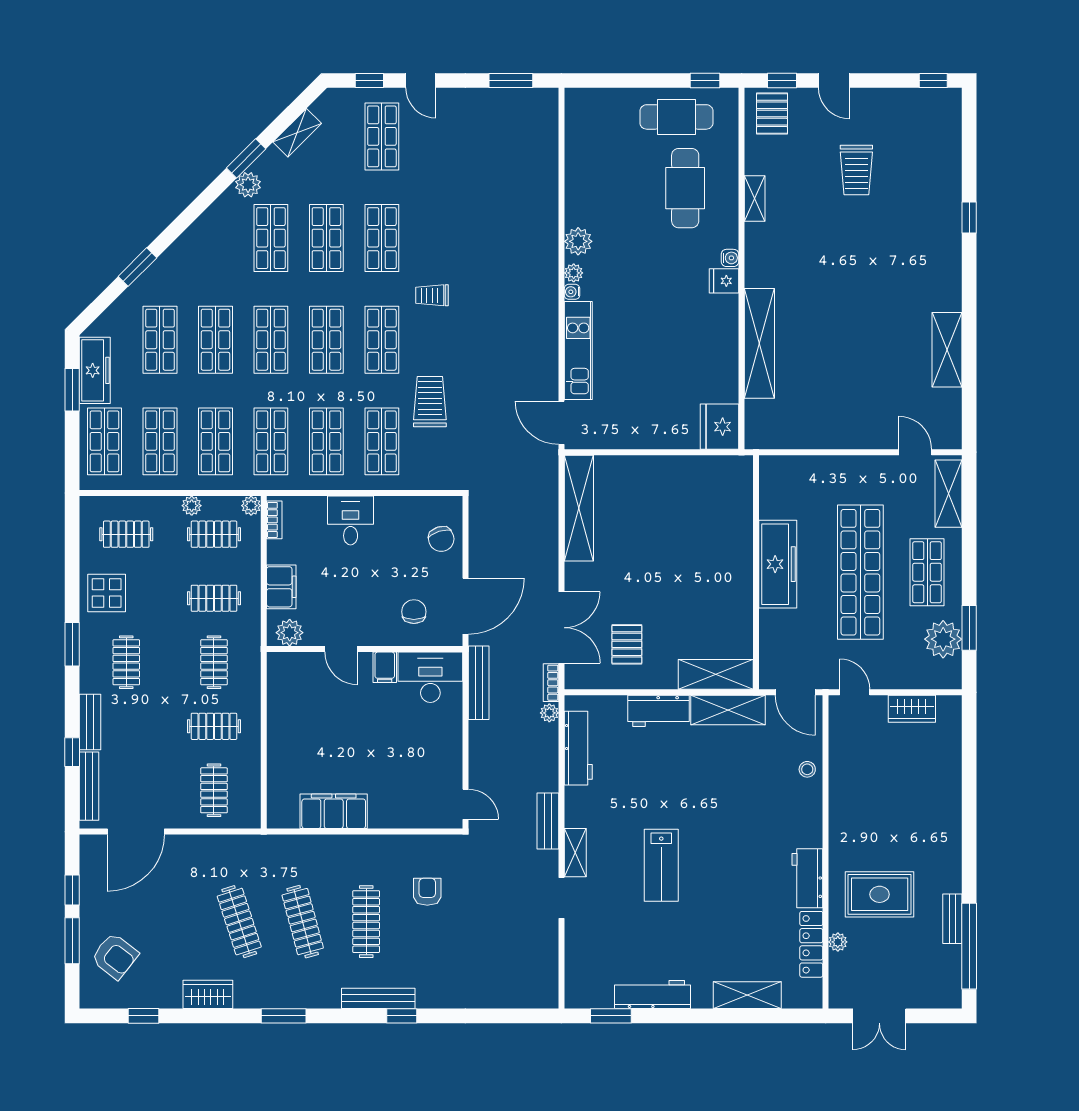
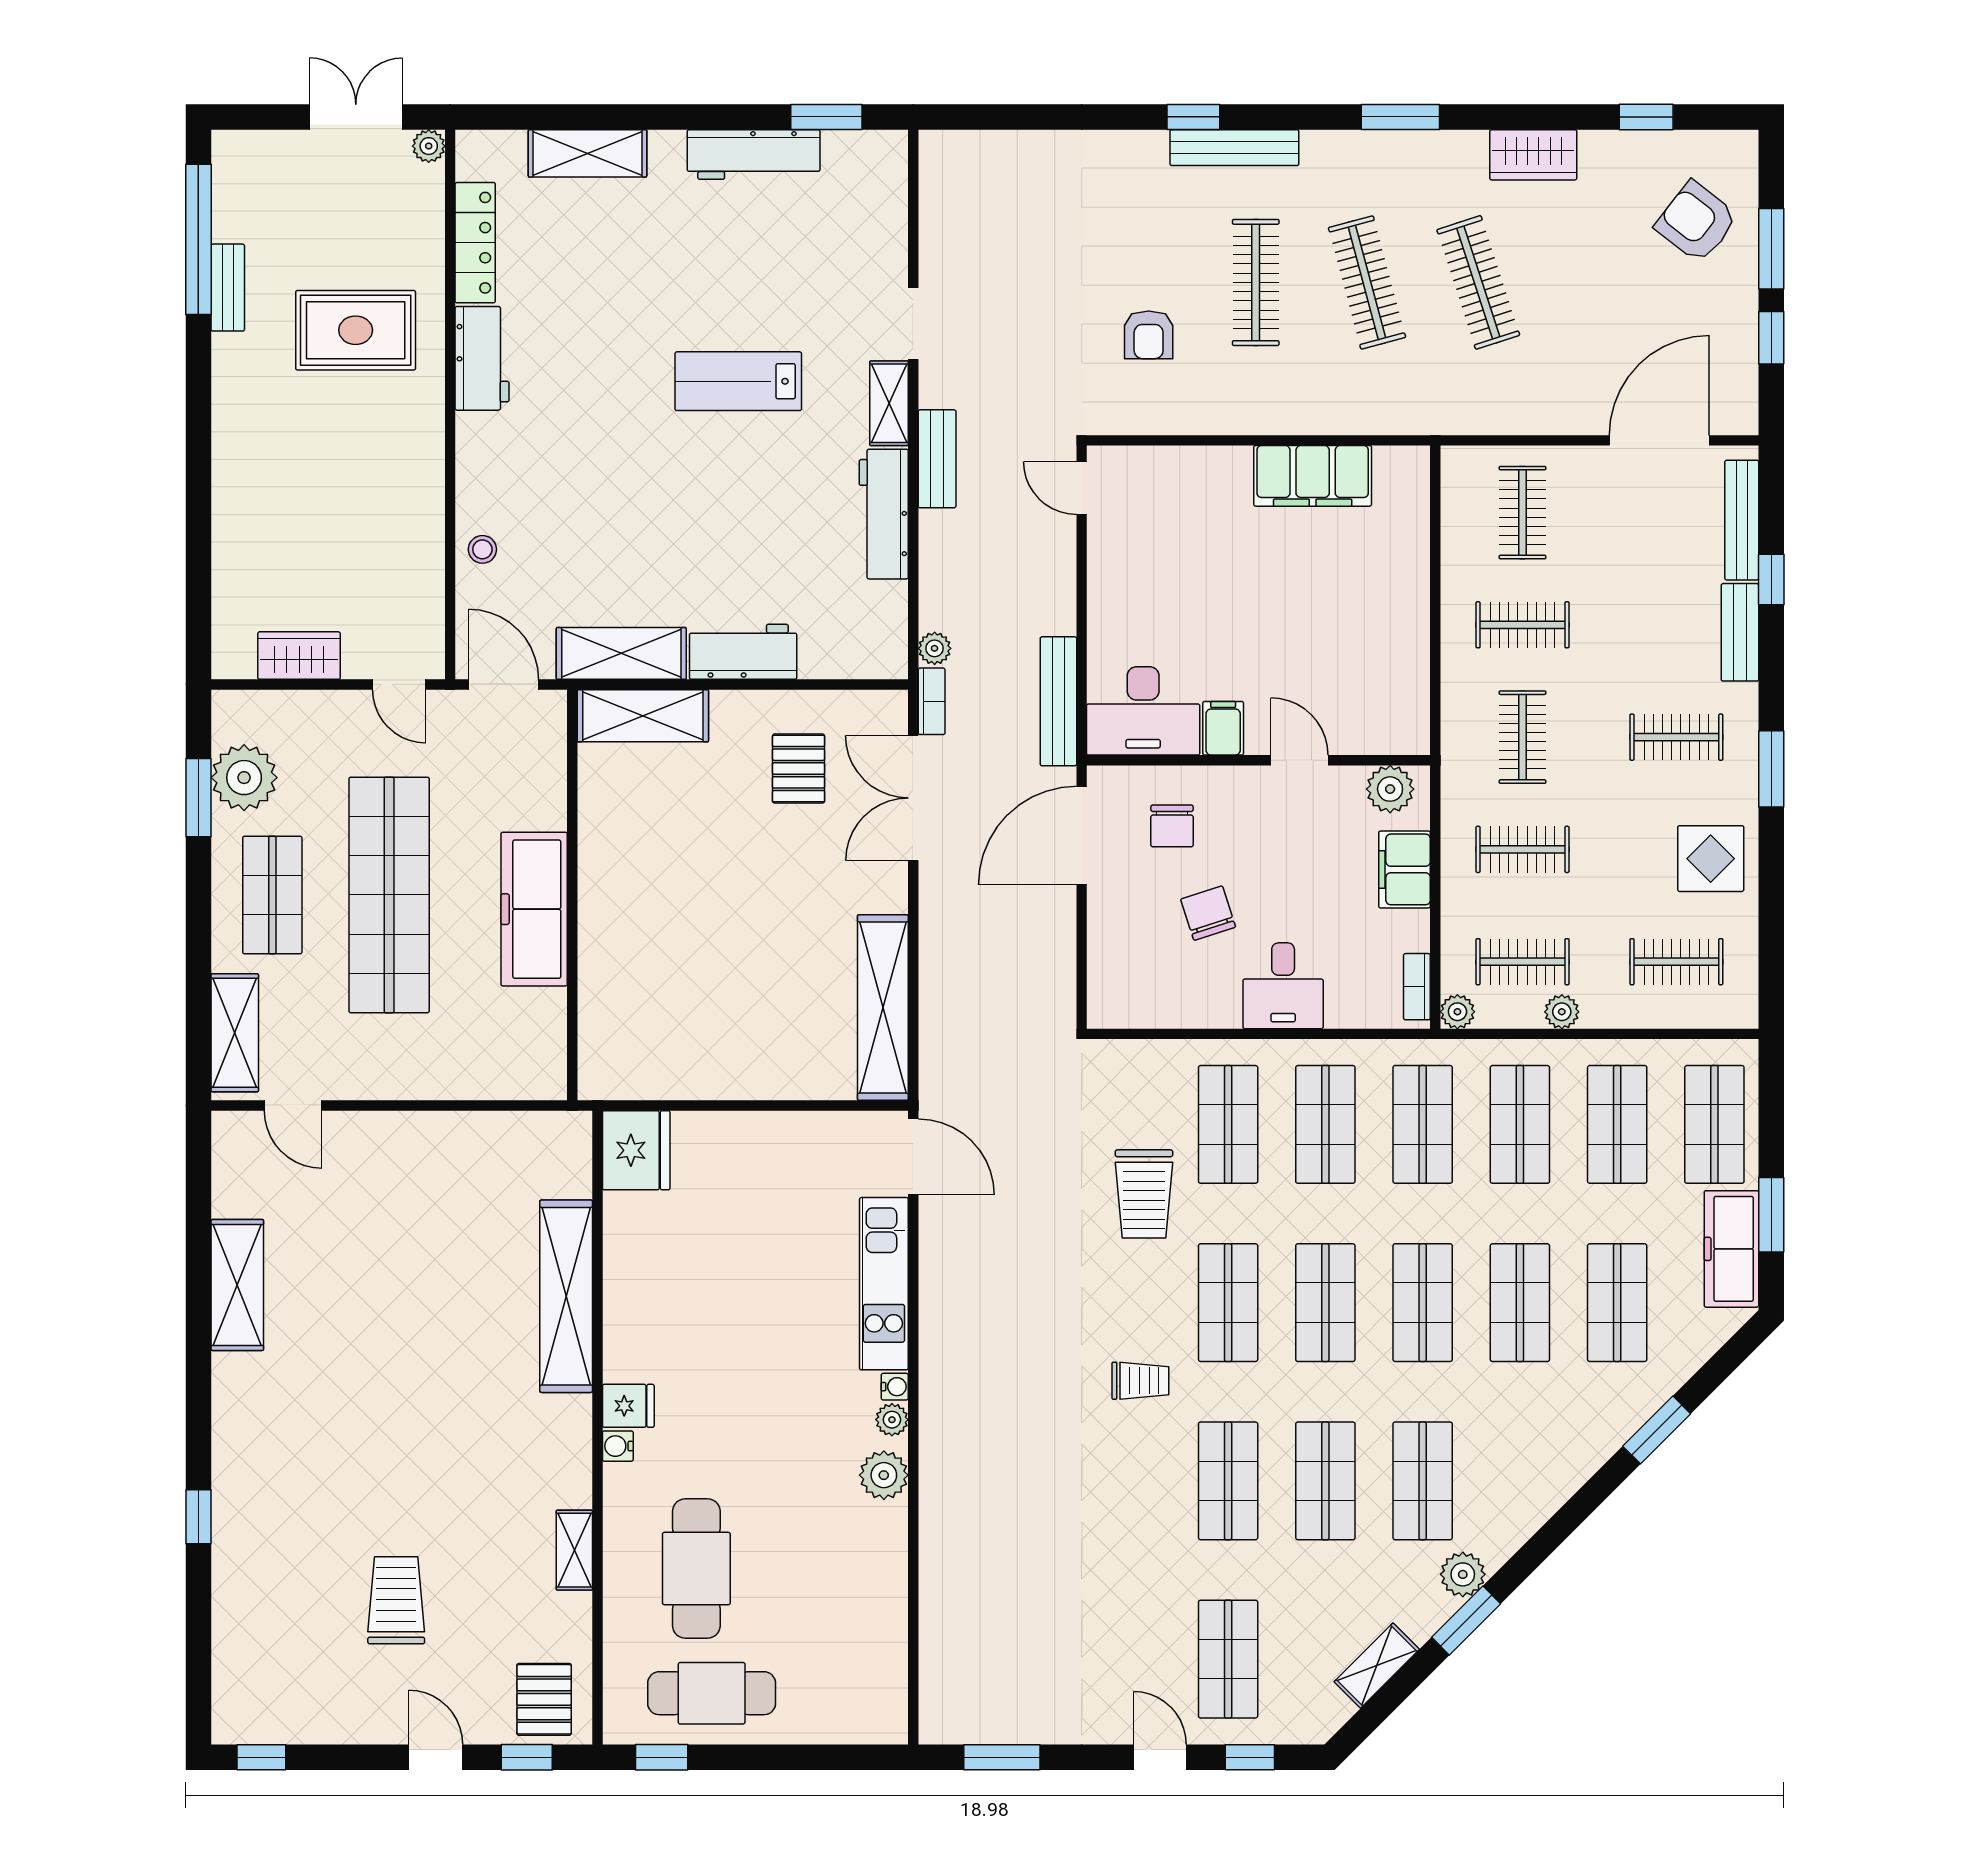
chair: (441, 539) -> (1208, 913), moved
clothes rail: (126, 662) -> (1676, 737), turned 90
workbench: (578, 748) -> (884, 514), moved
lab bench: (661, 865) -> (738, 381), turned -90
plant: (838, 942) -> (429, 146), moved

